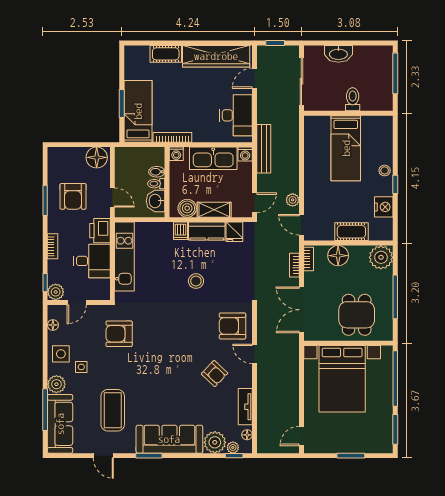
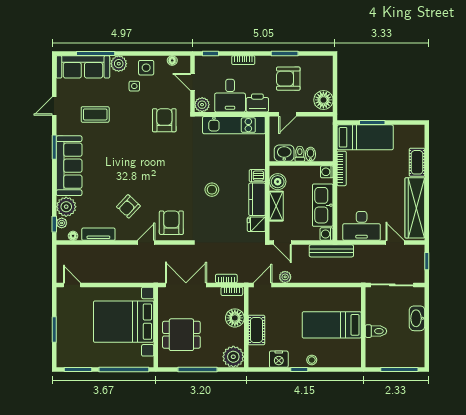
plant: (56, 292) -> (202, 105), moved
coffee table: (113, 410) -> (95, 114), width x0.73, depth x0.76

